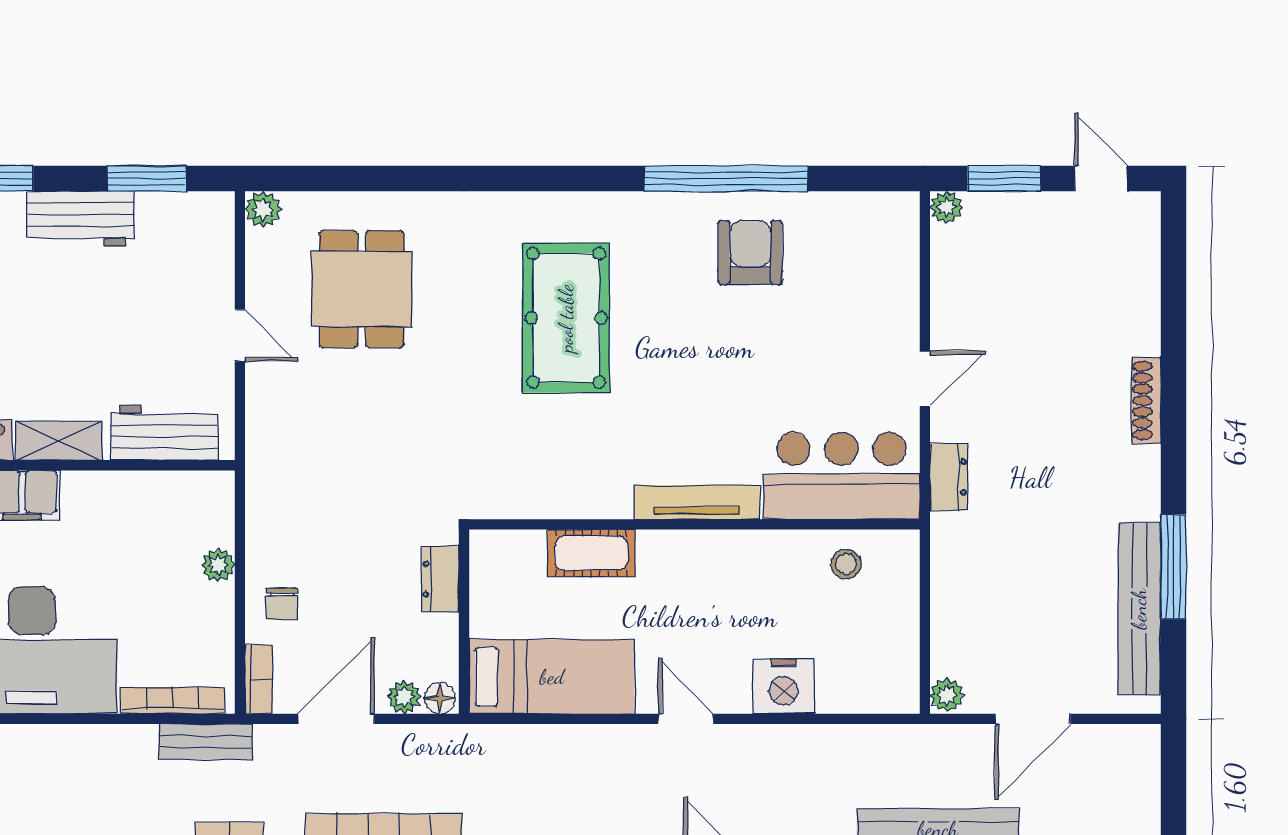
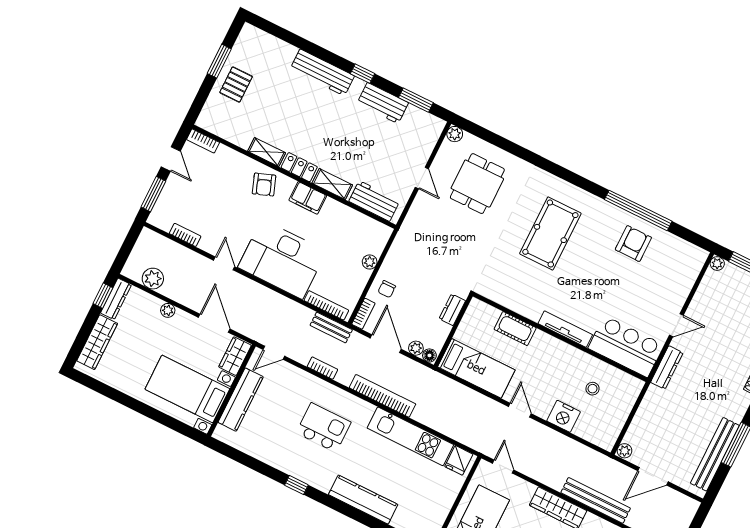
dresser: (949, 477) -> (667, 367), width x1.44
stool: (846, 564) -> (593, 389), moved
door: (336, 719) -> (386, 344), hinge flipped

